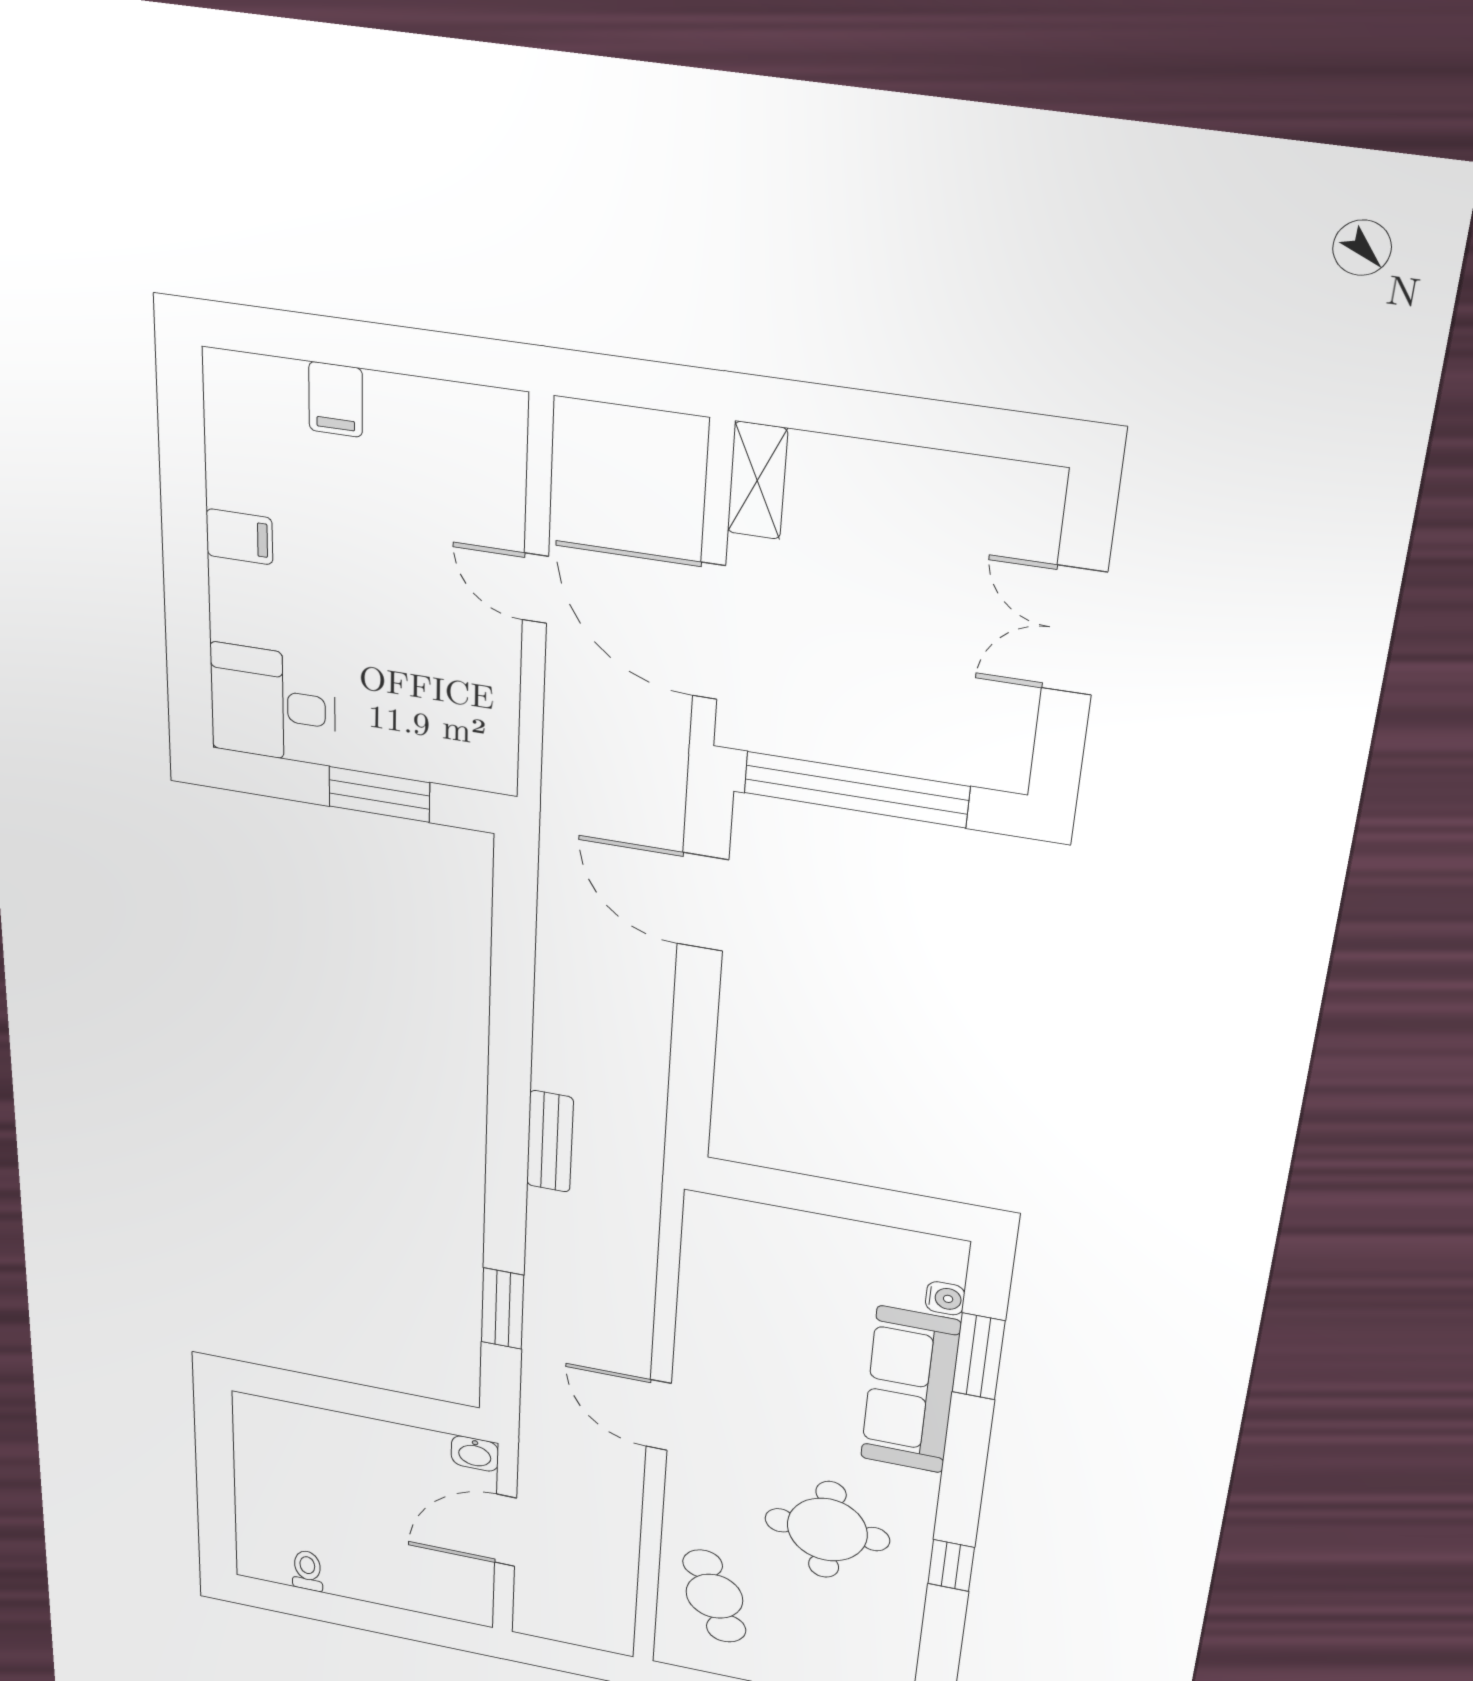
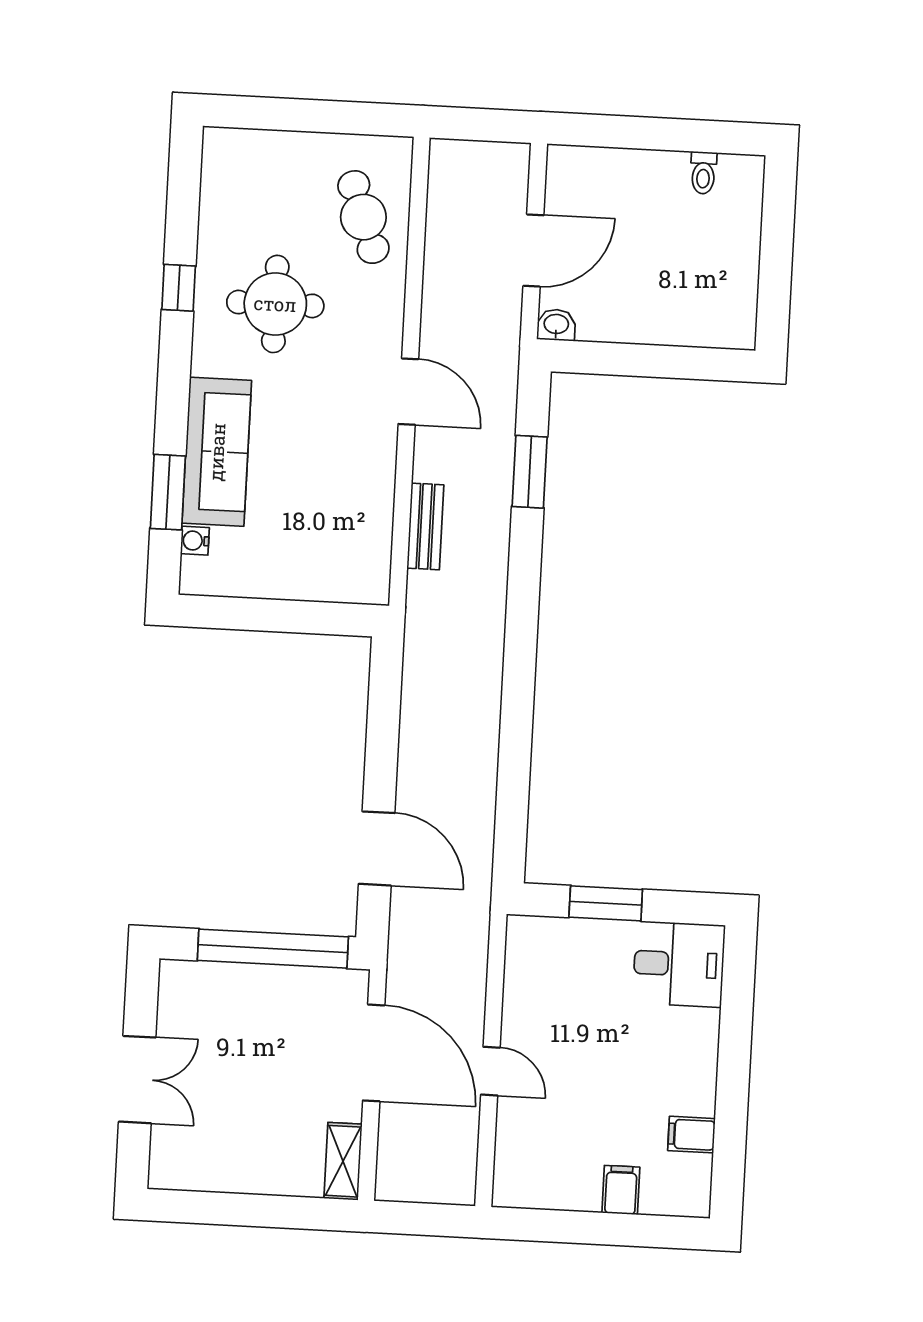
filing cabinet: (239, 537) -> (691, 1135), moved
bench: (550, 1141) -> (425, 526), moved

